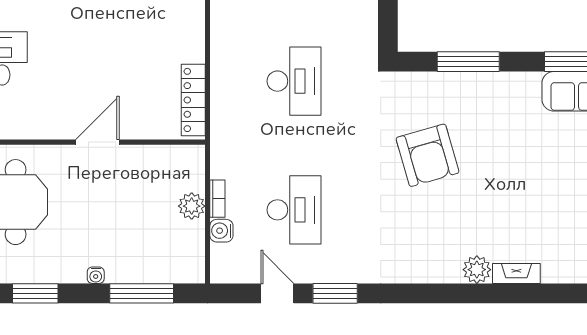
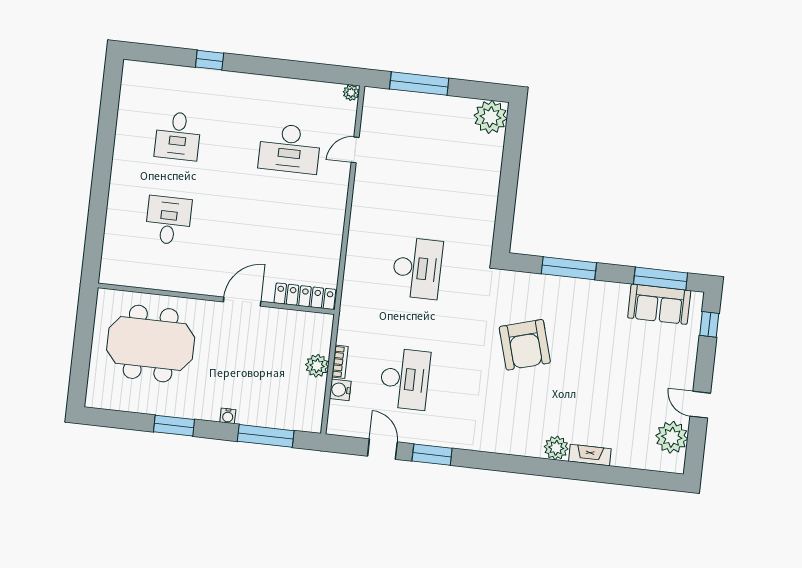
locker: (193, 100) -> (305, 296), moved, turned 90

